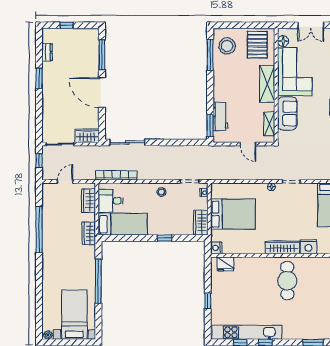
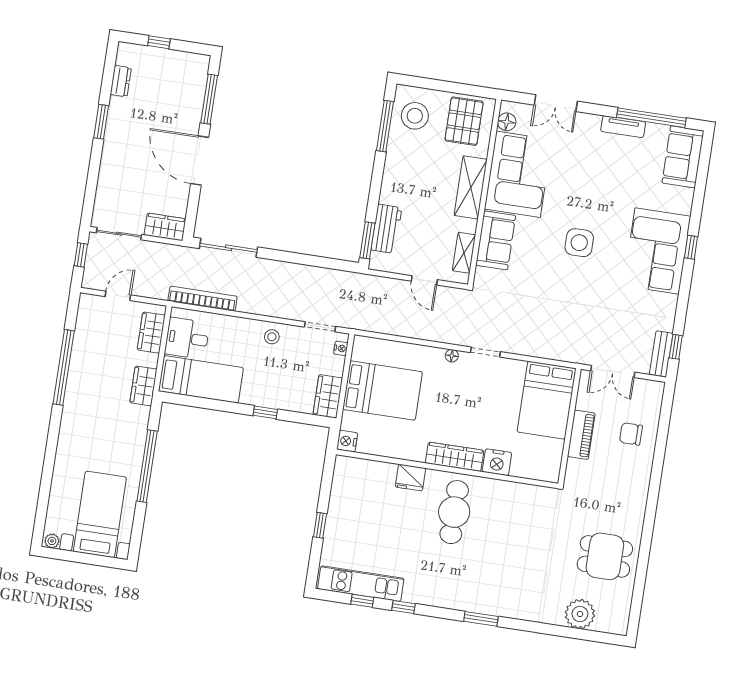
fridge: (225, 264) -> (411, 478), moved
kitchen unit: (247, 332) -> (361, 584), width x0.73

